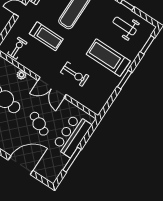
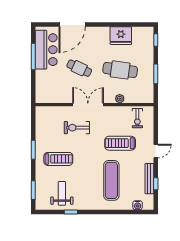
weight bench: (125, 26) -> (62, 193), turned -90
treadmill: (108, 58) -> (58, 159), width x0.73, depth x0.73
bar counter: (72, 135) -> (46, 50), moved

